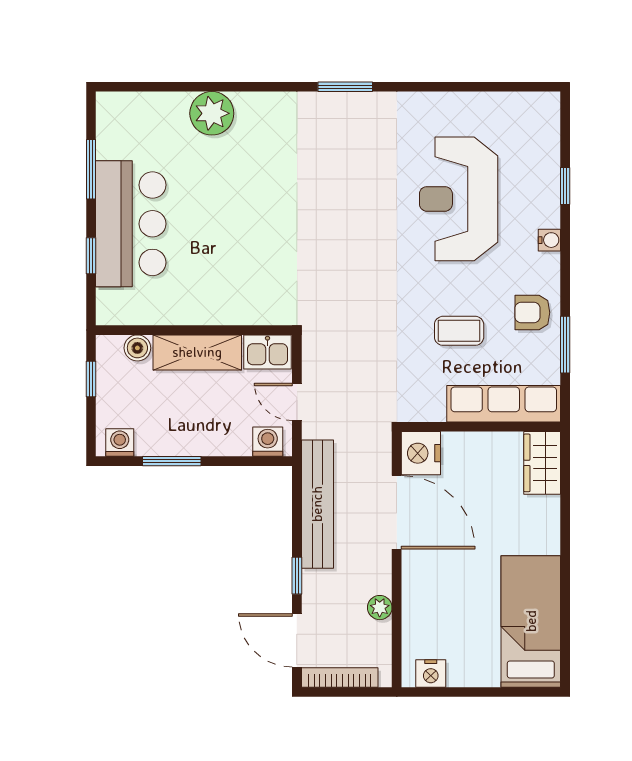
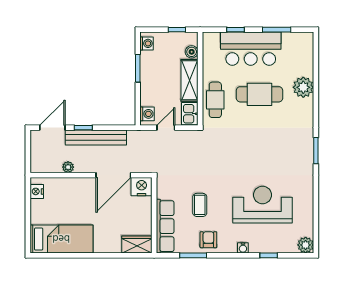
plant: (543, 108) -> (306, 245), added
cafe table: (227, 205) -> (260, 94), added
cafe table: (238, 298) -> (215, 100), added
bench: (317, 504) -> (96, 138), moved
bookcase: (340, 677) -> (35, 148), removed

